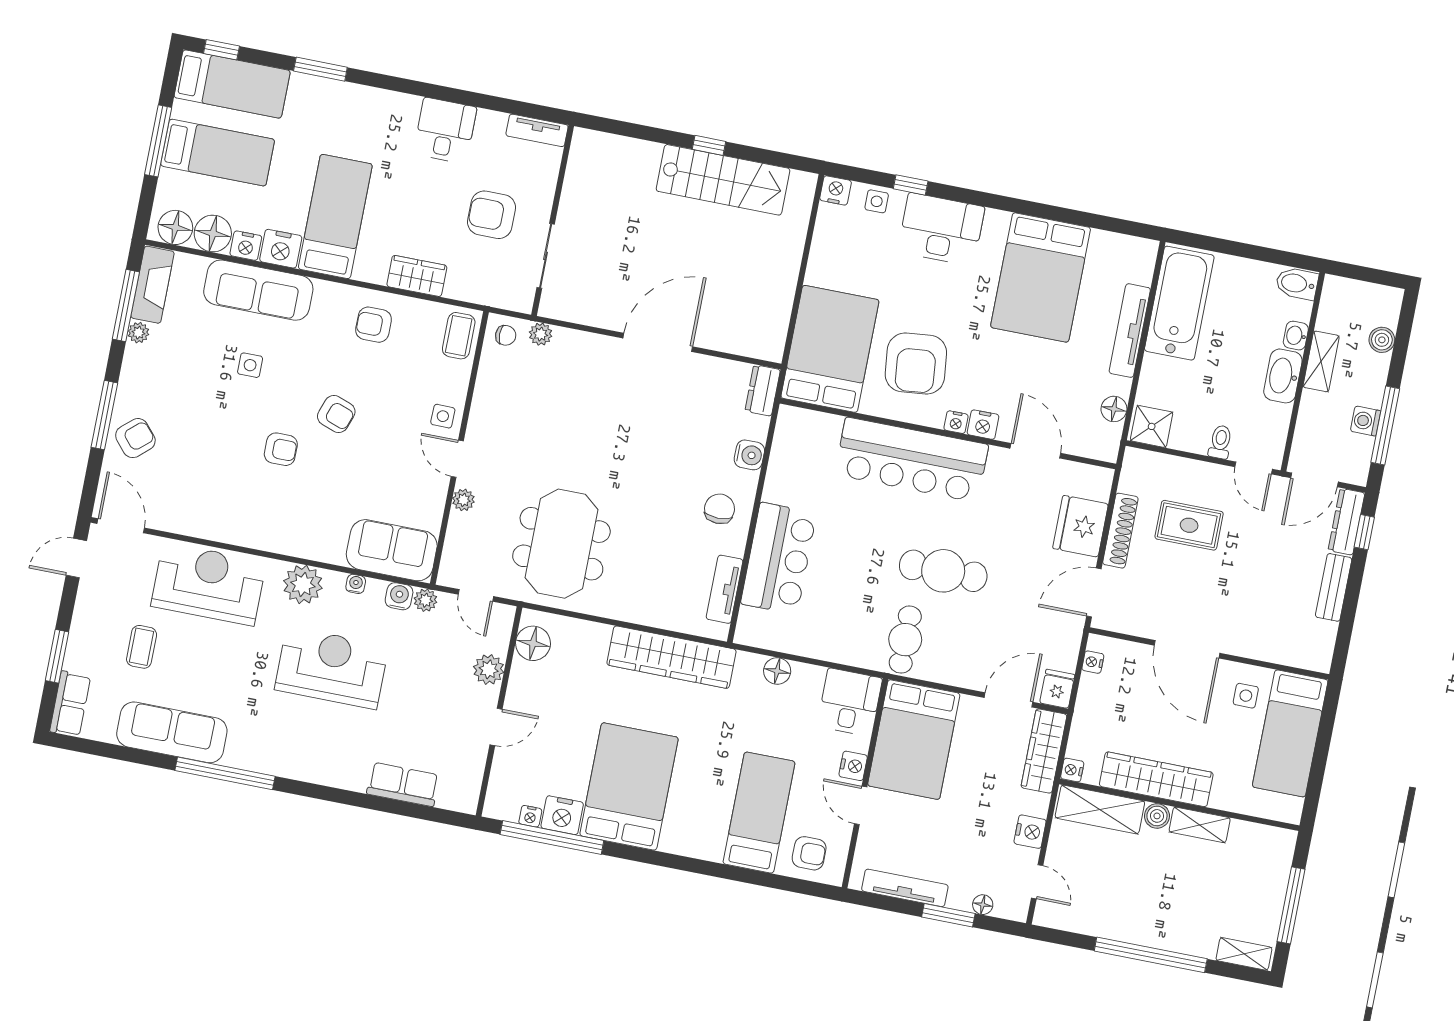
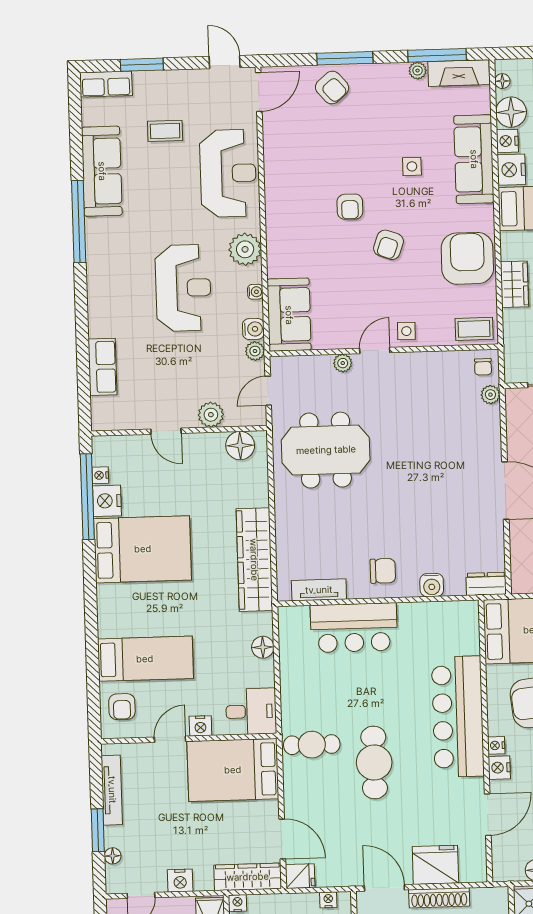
floor lamp: (175, 227) -> (502, 81), width x0.53, depth x0.53
armchair: (374, 325) -> (467, 258), width x1.88, depth x1.88

